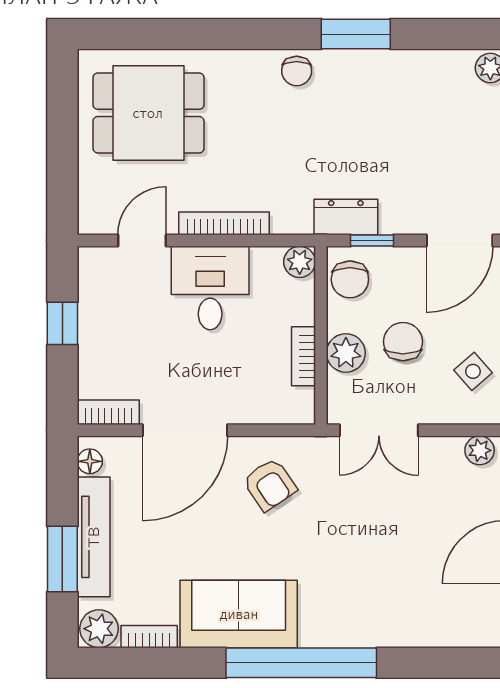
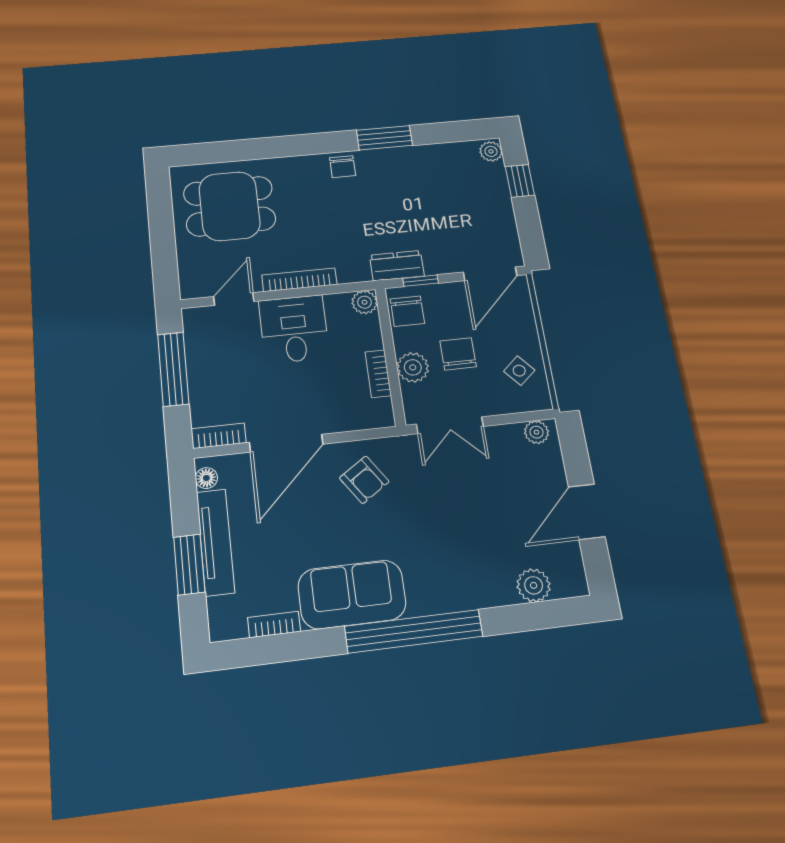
window: (62, 323) -> (173, 369), width x2.17
plant: (99, 629) -> (534, 585), moved

